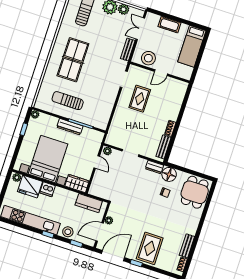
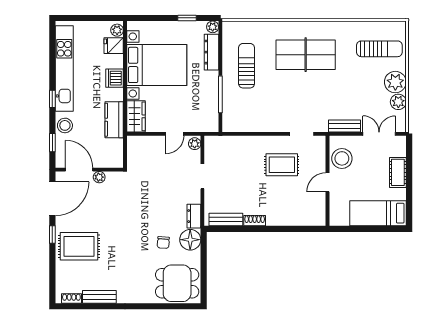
door: (161, 73) -> (328, 182), hinge flipped
dresser: (70, 127) -> (211, 52), moved
fridge: (30, 187) -> (114, 46), width x0.53, depth x0.75
kitchen counter: (89, 203) -> (114, 120), moved
door: (113, 256) -> (52, 199), hinge flipped

